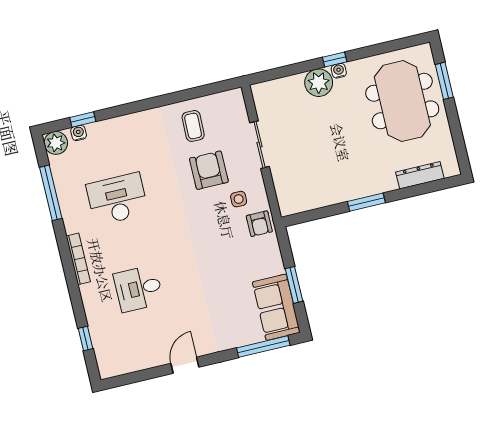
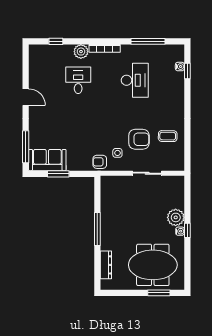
plant: (56, 143) -> (81, 52), moved
window: (366, 202) -> (97, 229), width x1.44

